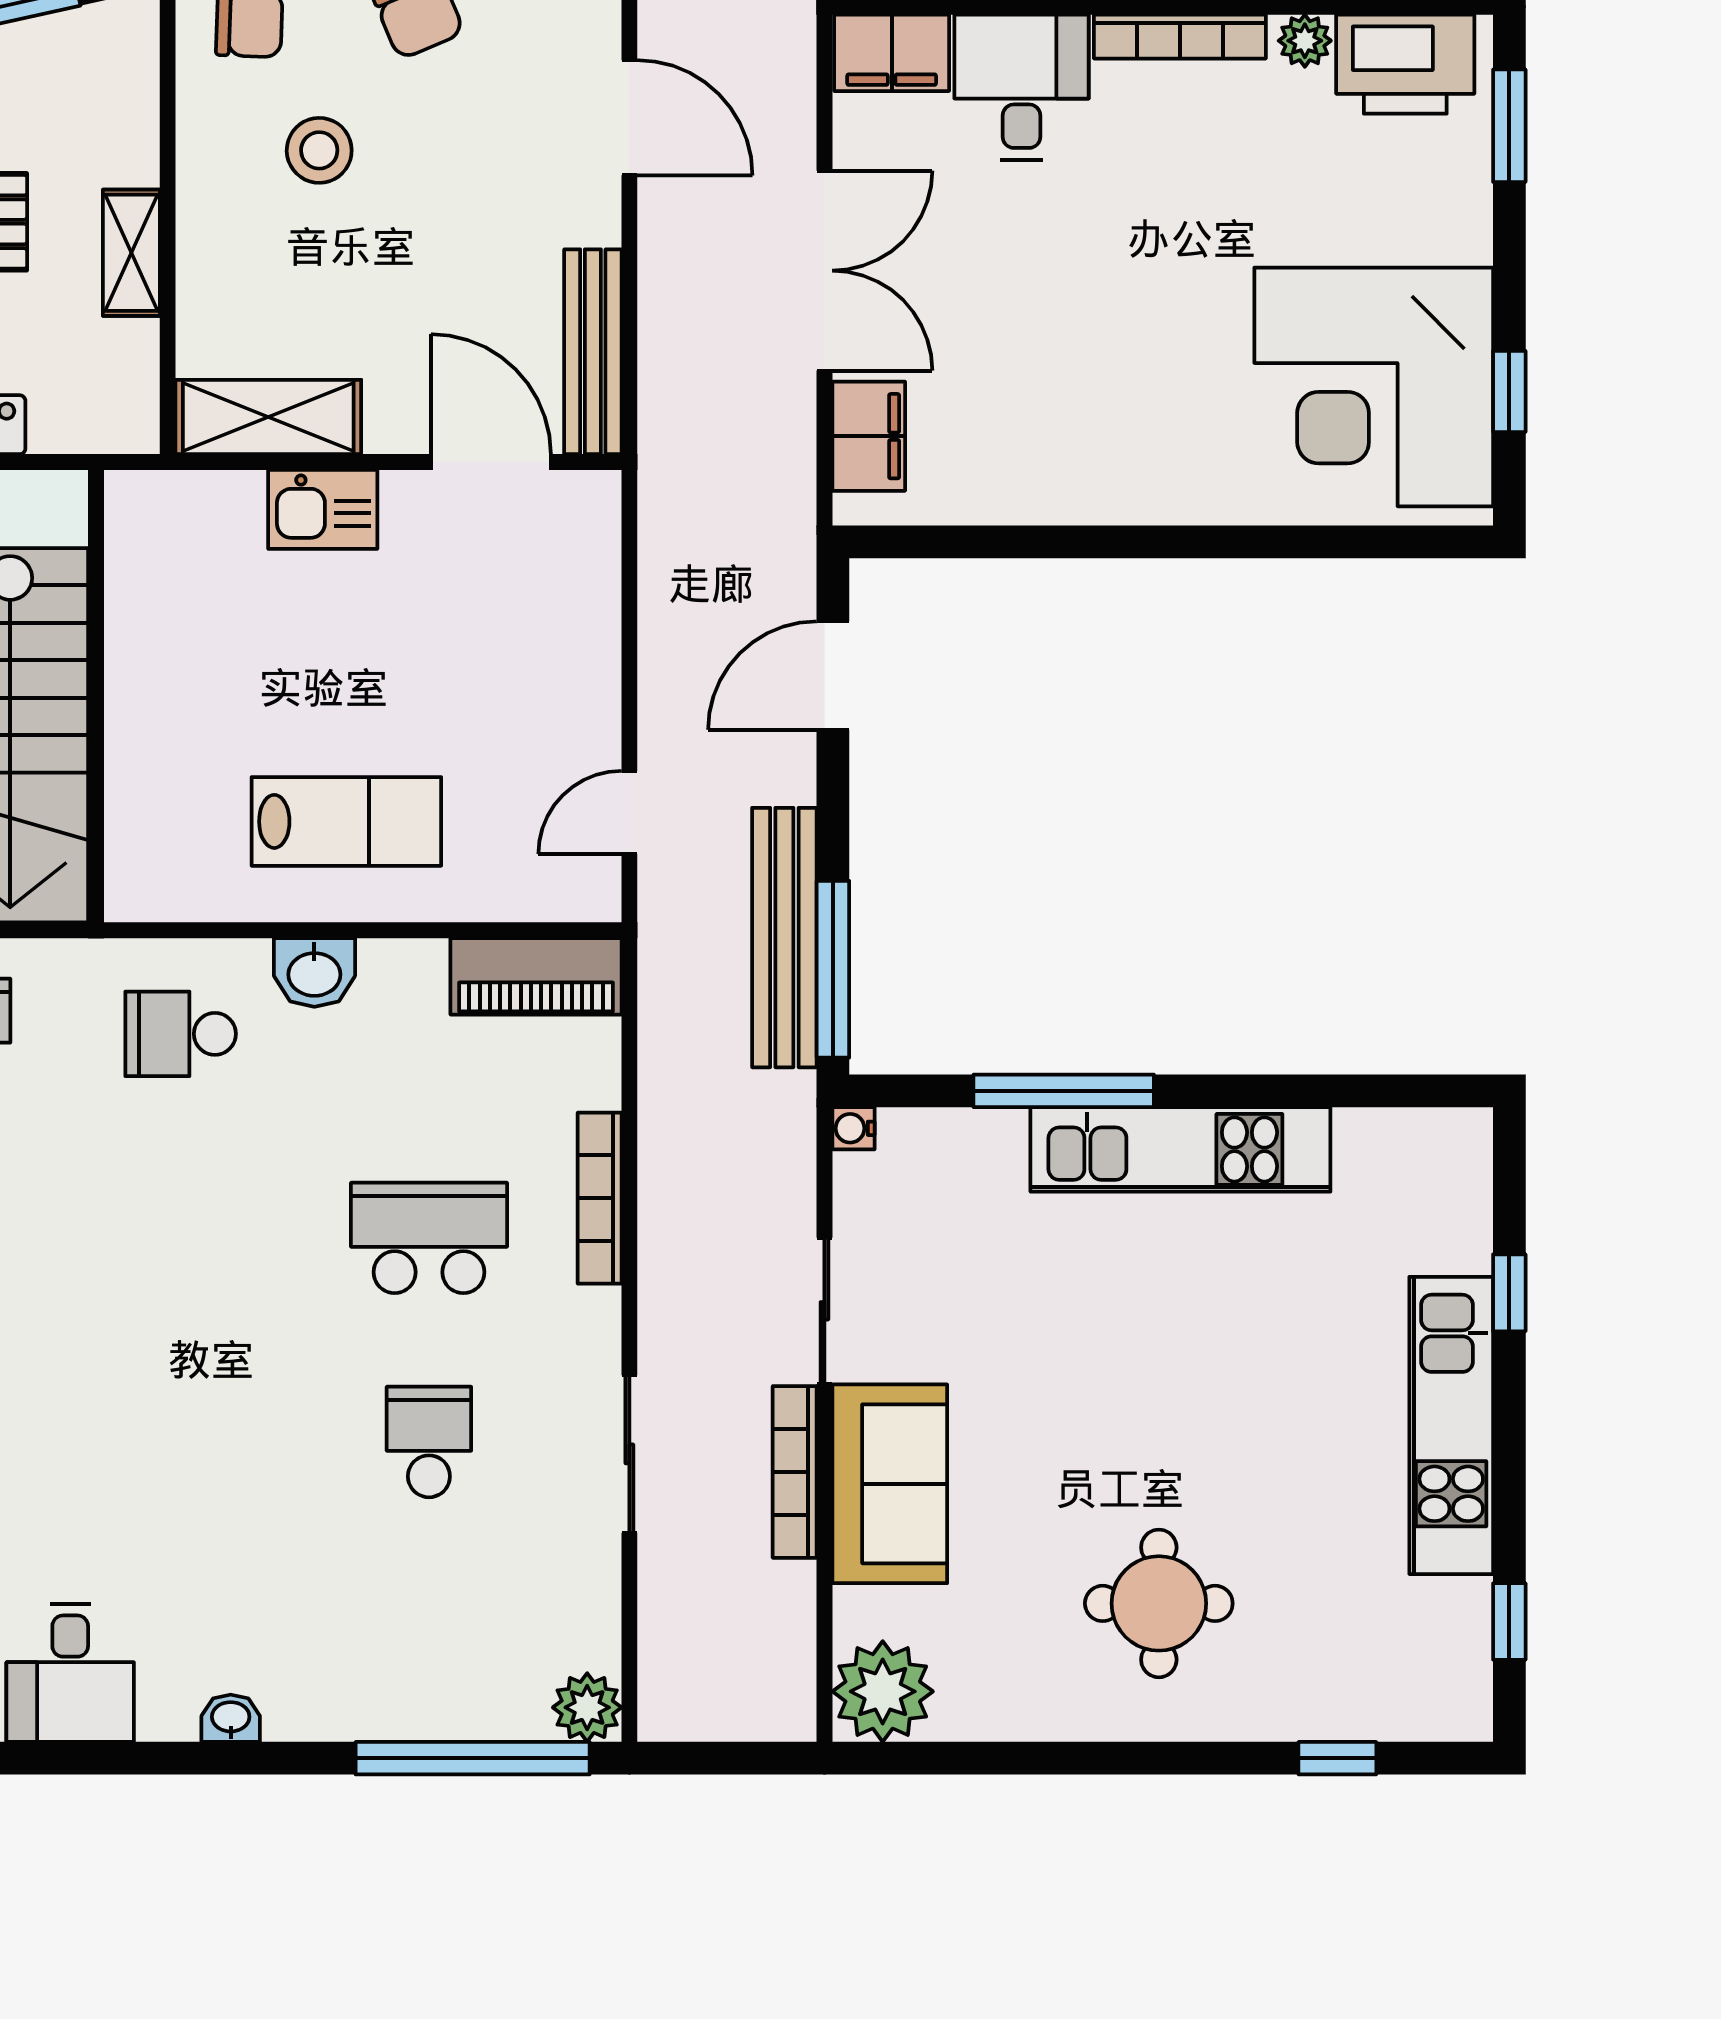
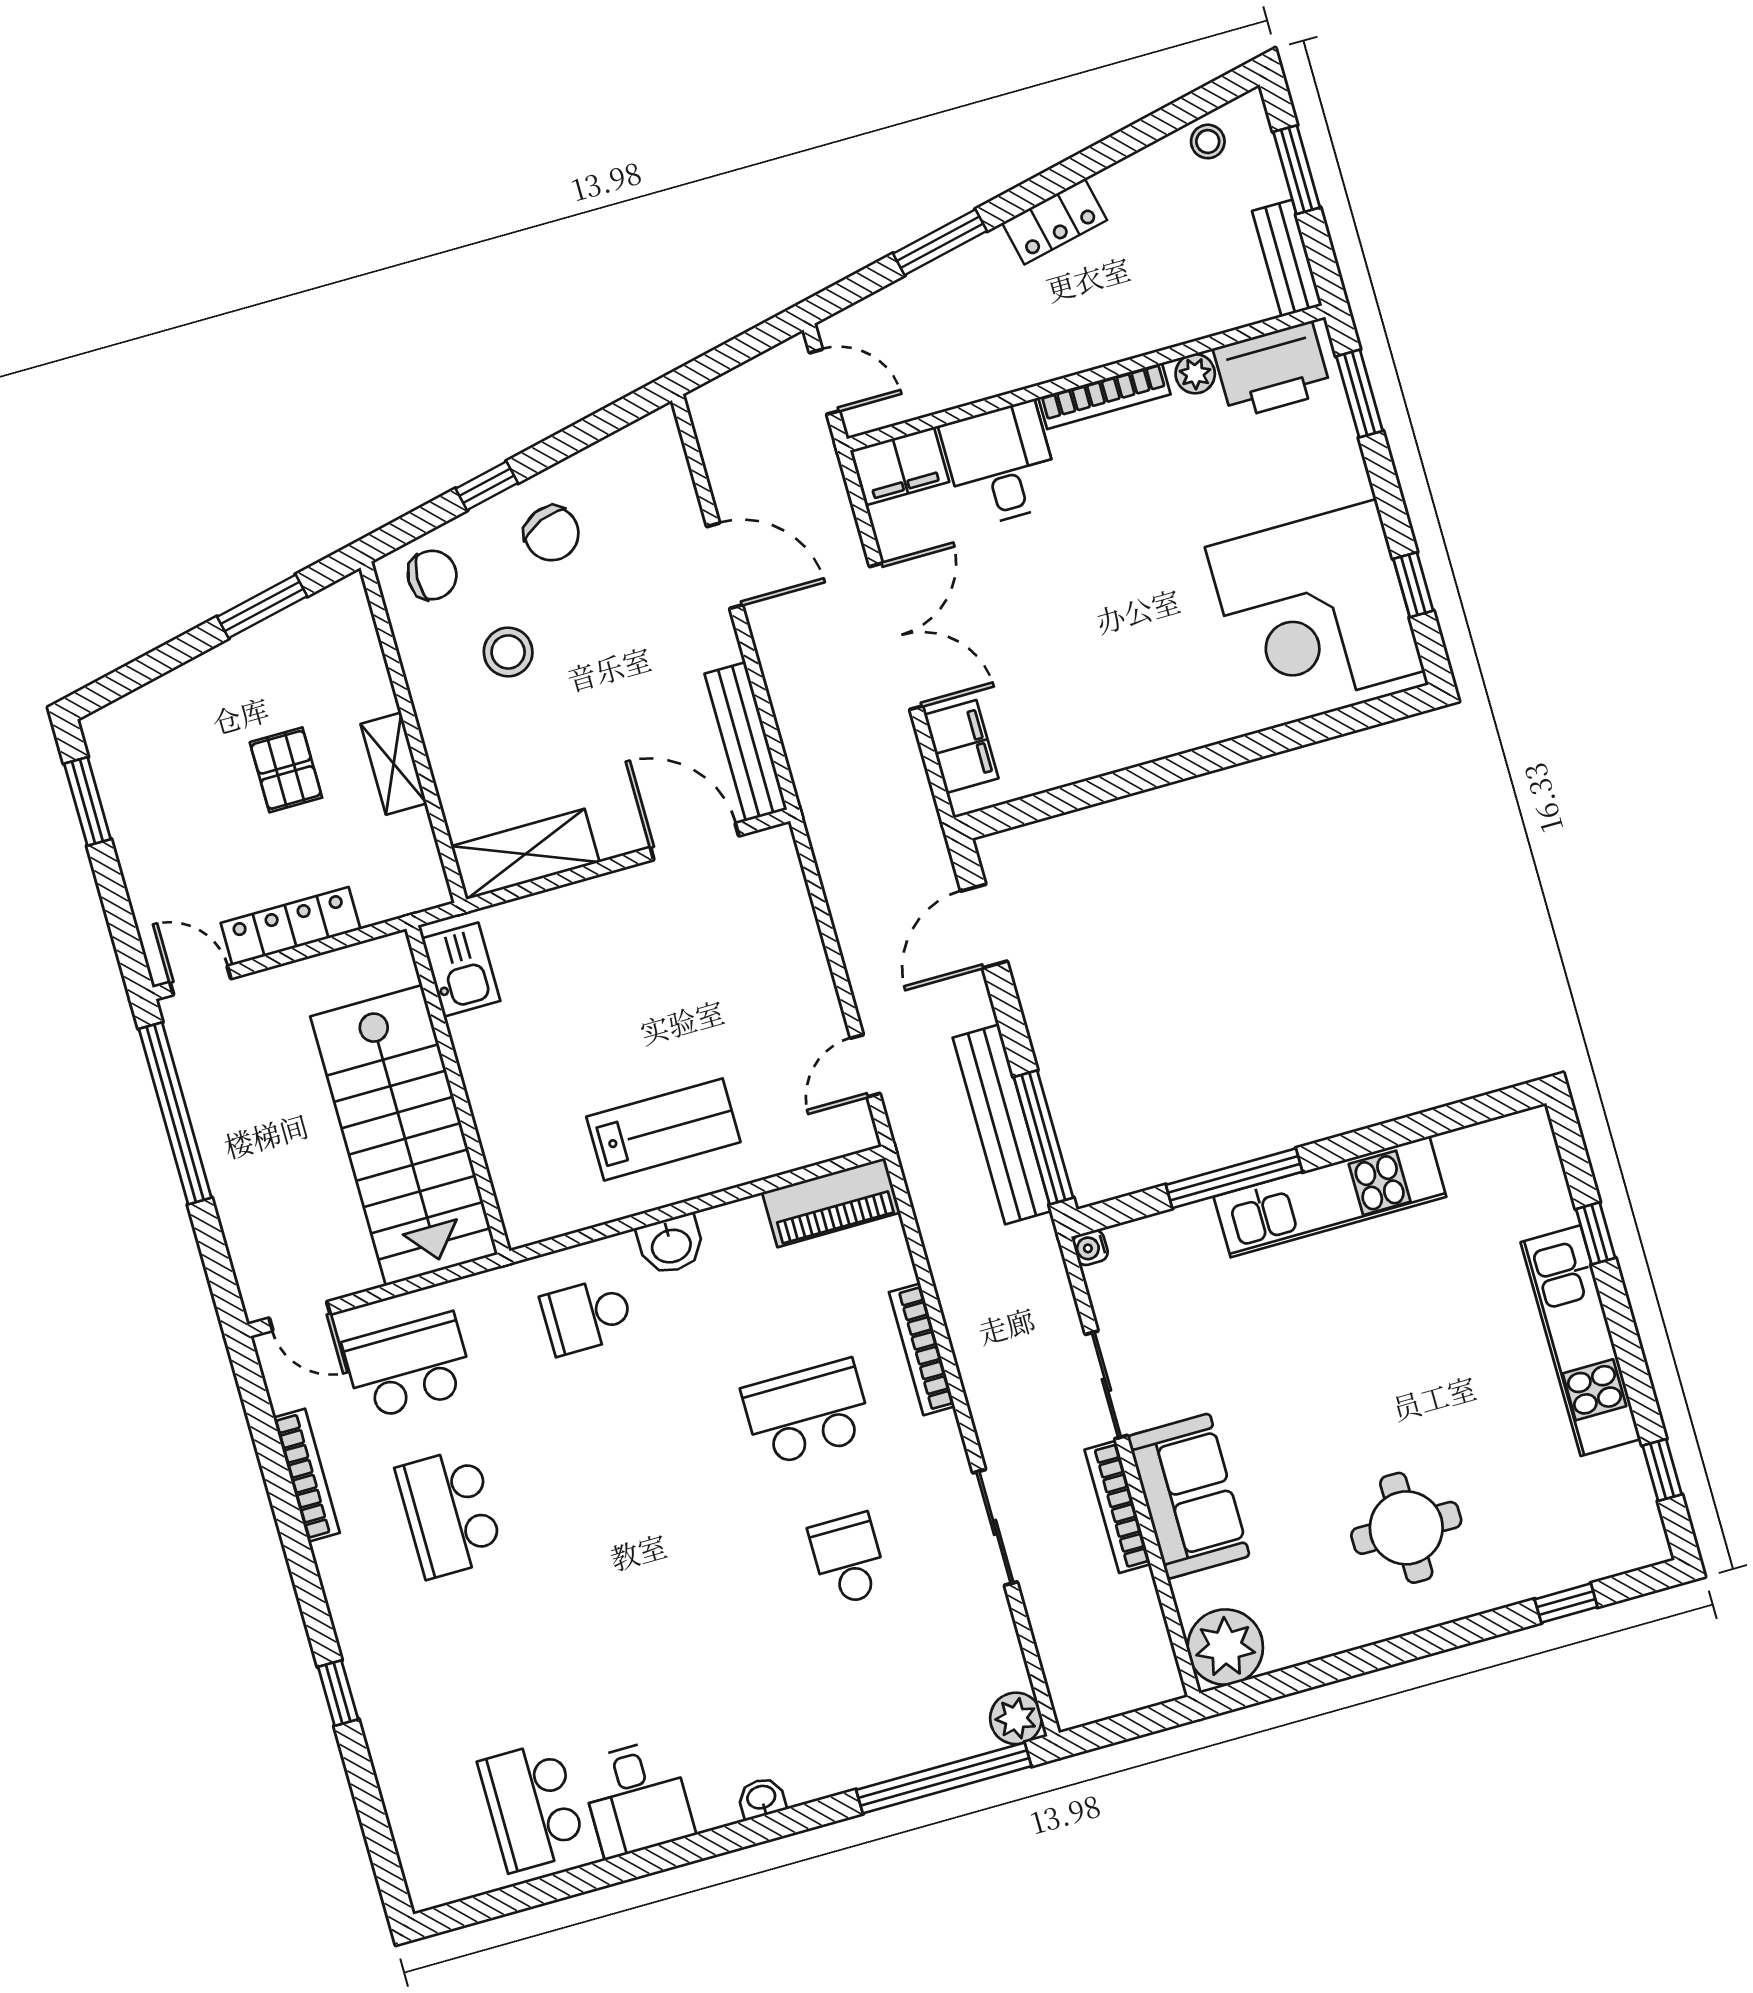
kitchen sink: (323, 509) -> (461, 970), moved, turned -90

